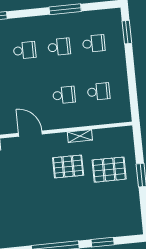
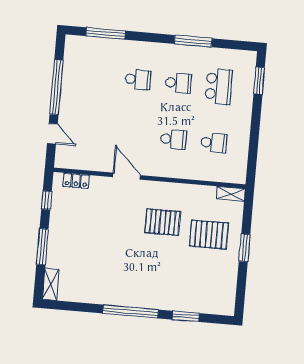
school desk: (94, 43) -> (219, 87), width x1.85
shelving: (80, 136) -> (231, 194), moved

